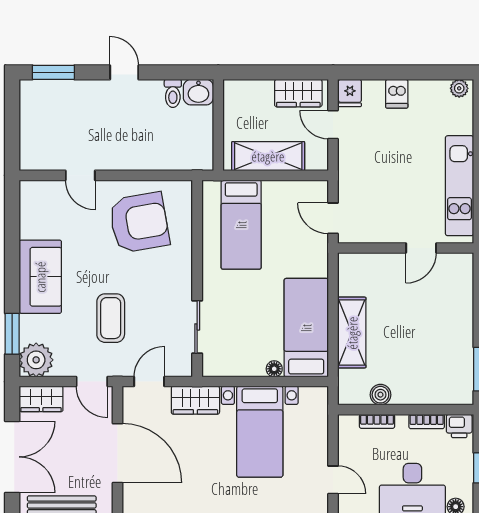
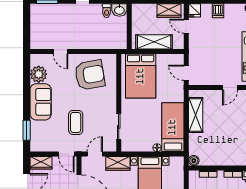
bed: (241, 225) -> (141, 76), width x1.50
shelving: (352, 333) -> (196, 115), moved
plant: (36, 360) -> (39, 74), moved
boiler: (380, 395) -> (194, 161), moved

